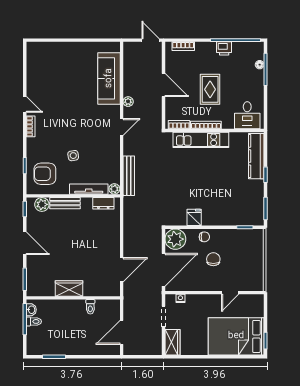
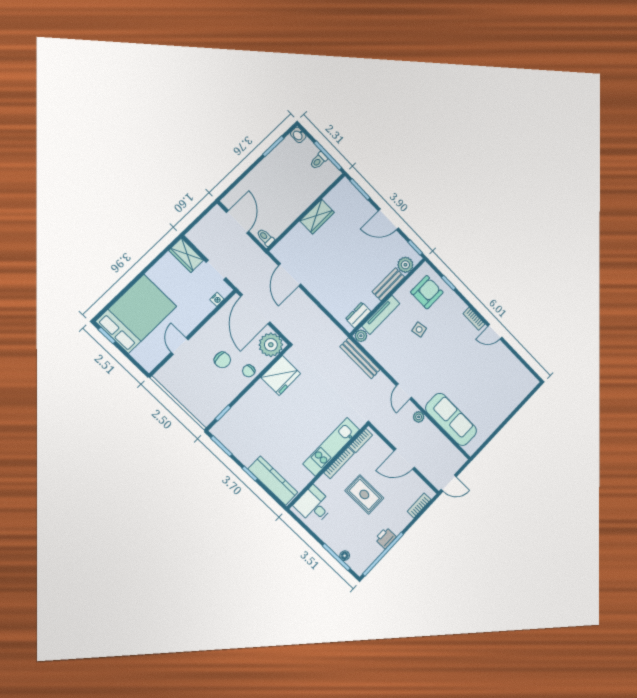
fridge: (194, 217) -> (281, 376), width x1.88, depth x1.34
toilet: (90, 307) -> (265, 237), moved
washbasin: (31, 310) -> (298, 135), moved

